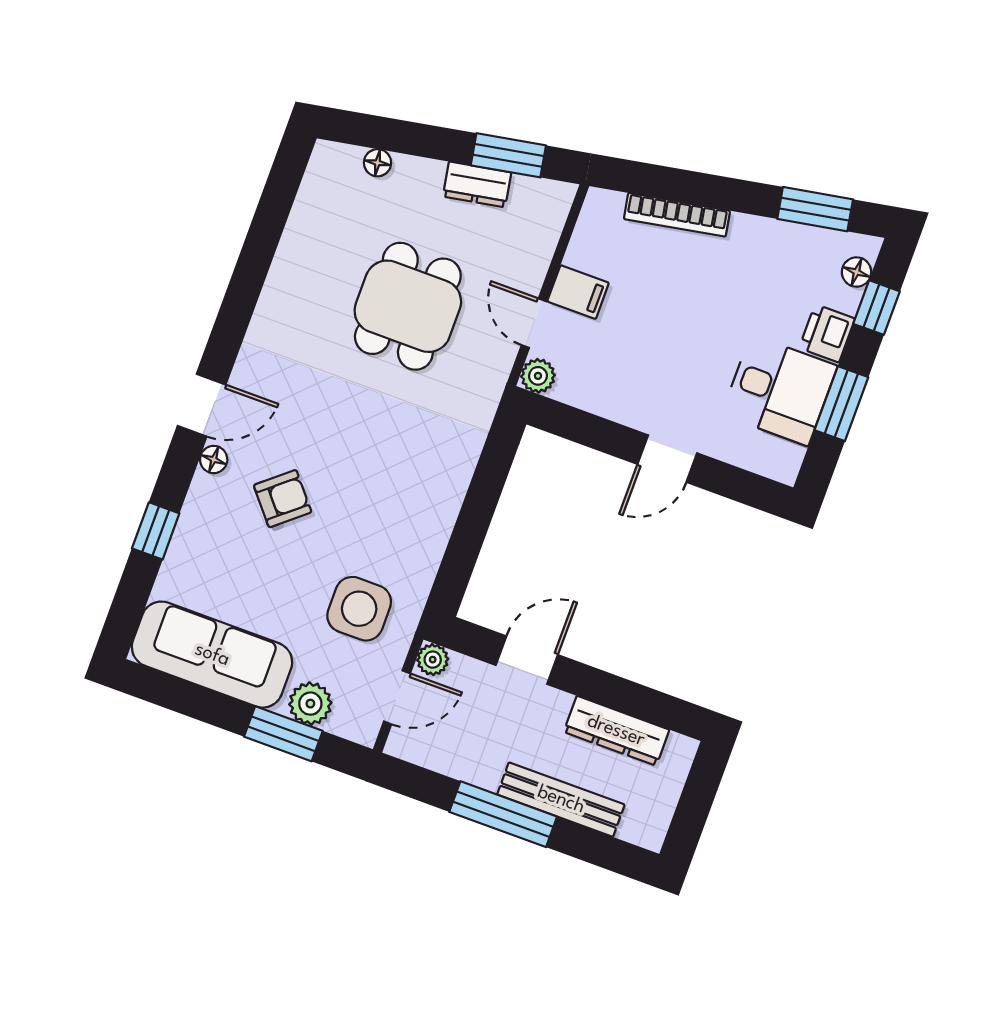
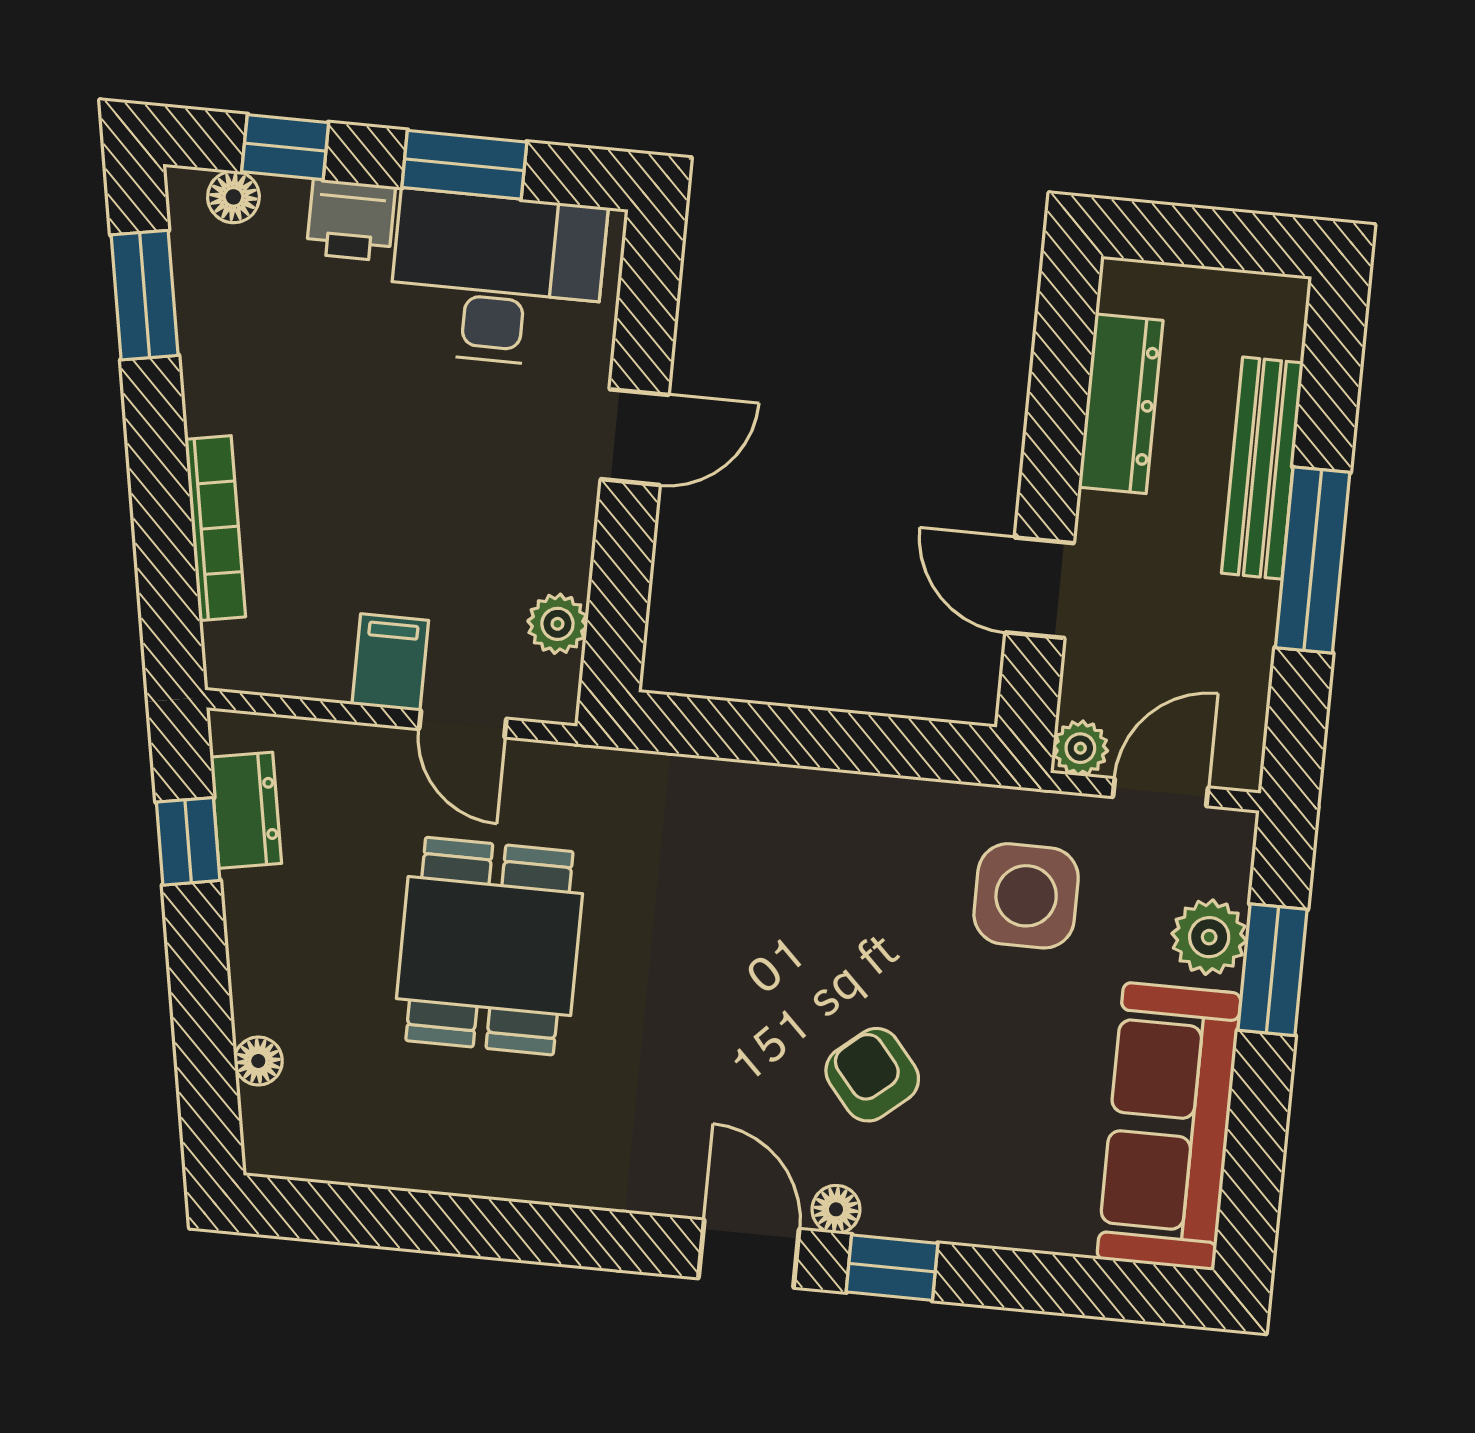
window: (508, 155) -> (188, 841), width x0.67
dresser: (477, 184) -> (246, 810), moved
dining table: (408, 306) -> (489, 946), turned 90
door: (534, 323) -> (463, 724), hinge flipped
plant: (538, 376) -> (557, 624), moved
desk: (779, 390) -> (497, 279), width x1.37
door: (667, 459) -> (635, 437), hinge flipped
window: (156, 531) -> (892, 1268), moved
door: (397, 697) -> (1160, 792), hinge flipped

